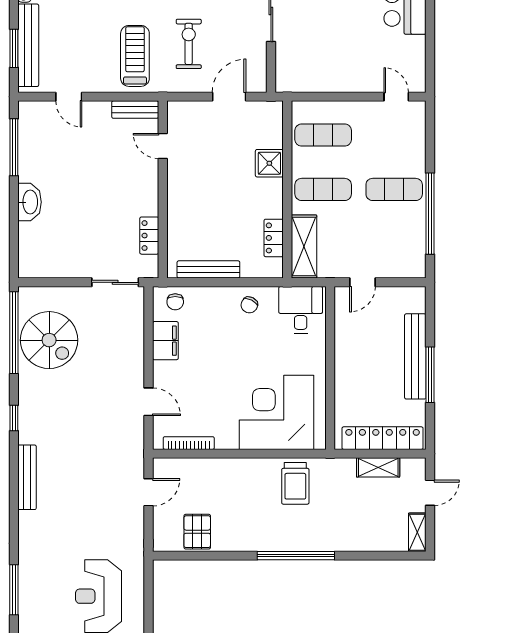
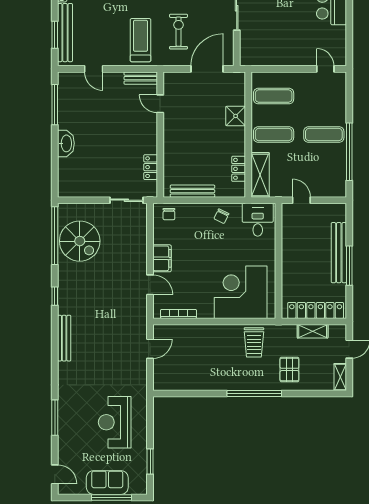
door: (229, 97) -> (207, 69), width x1.36
door: (362, 282) -> (301, 200), swing flipped
filing cabinet: (165, 341) -> (162, 258), moved
pallet: (197, 532) -> (289, 369), moved

